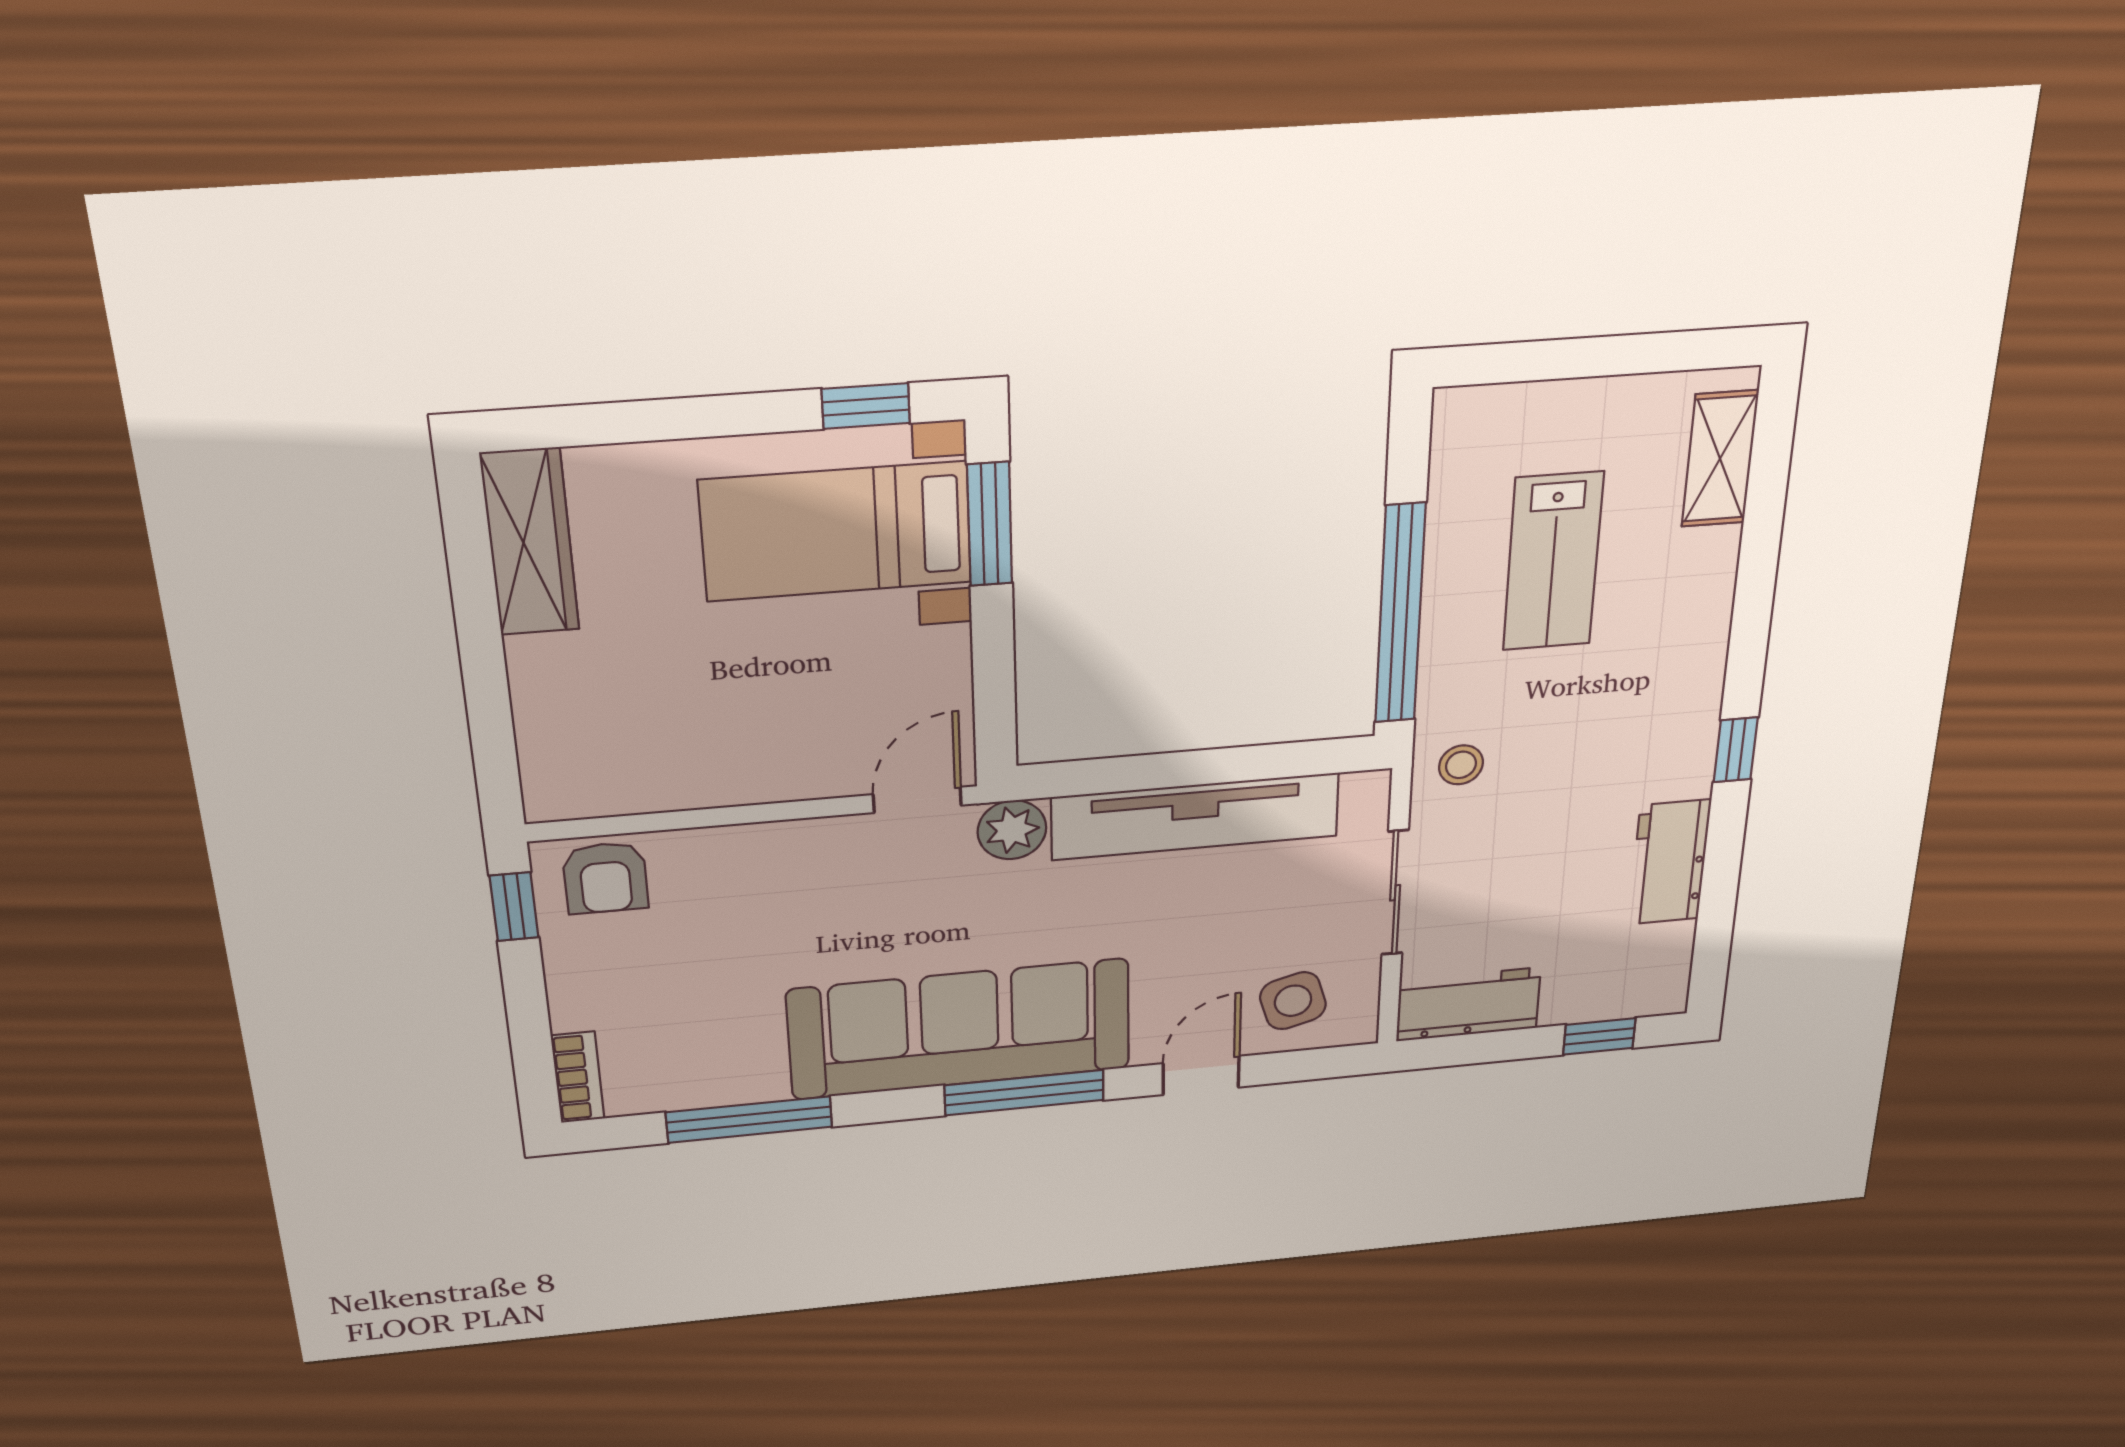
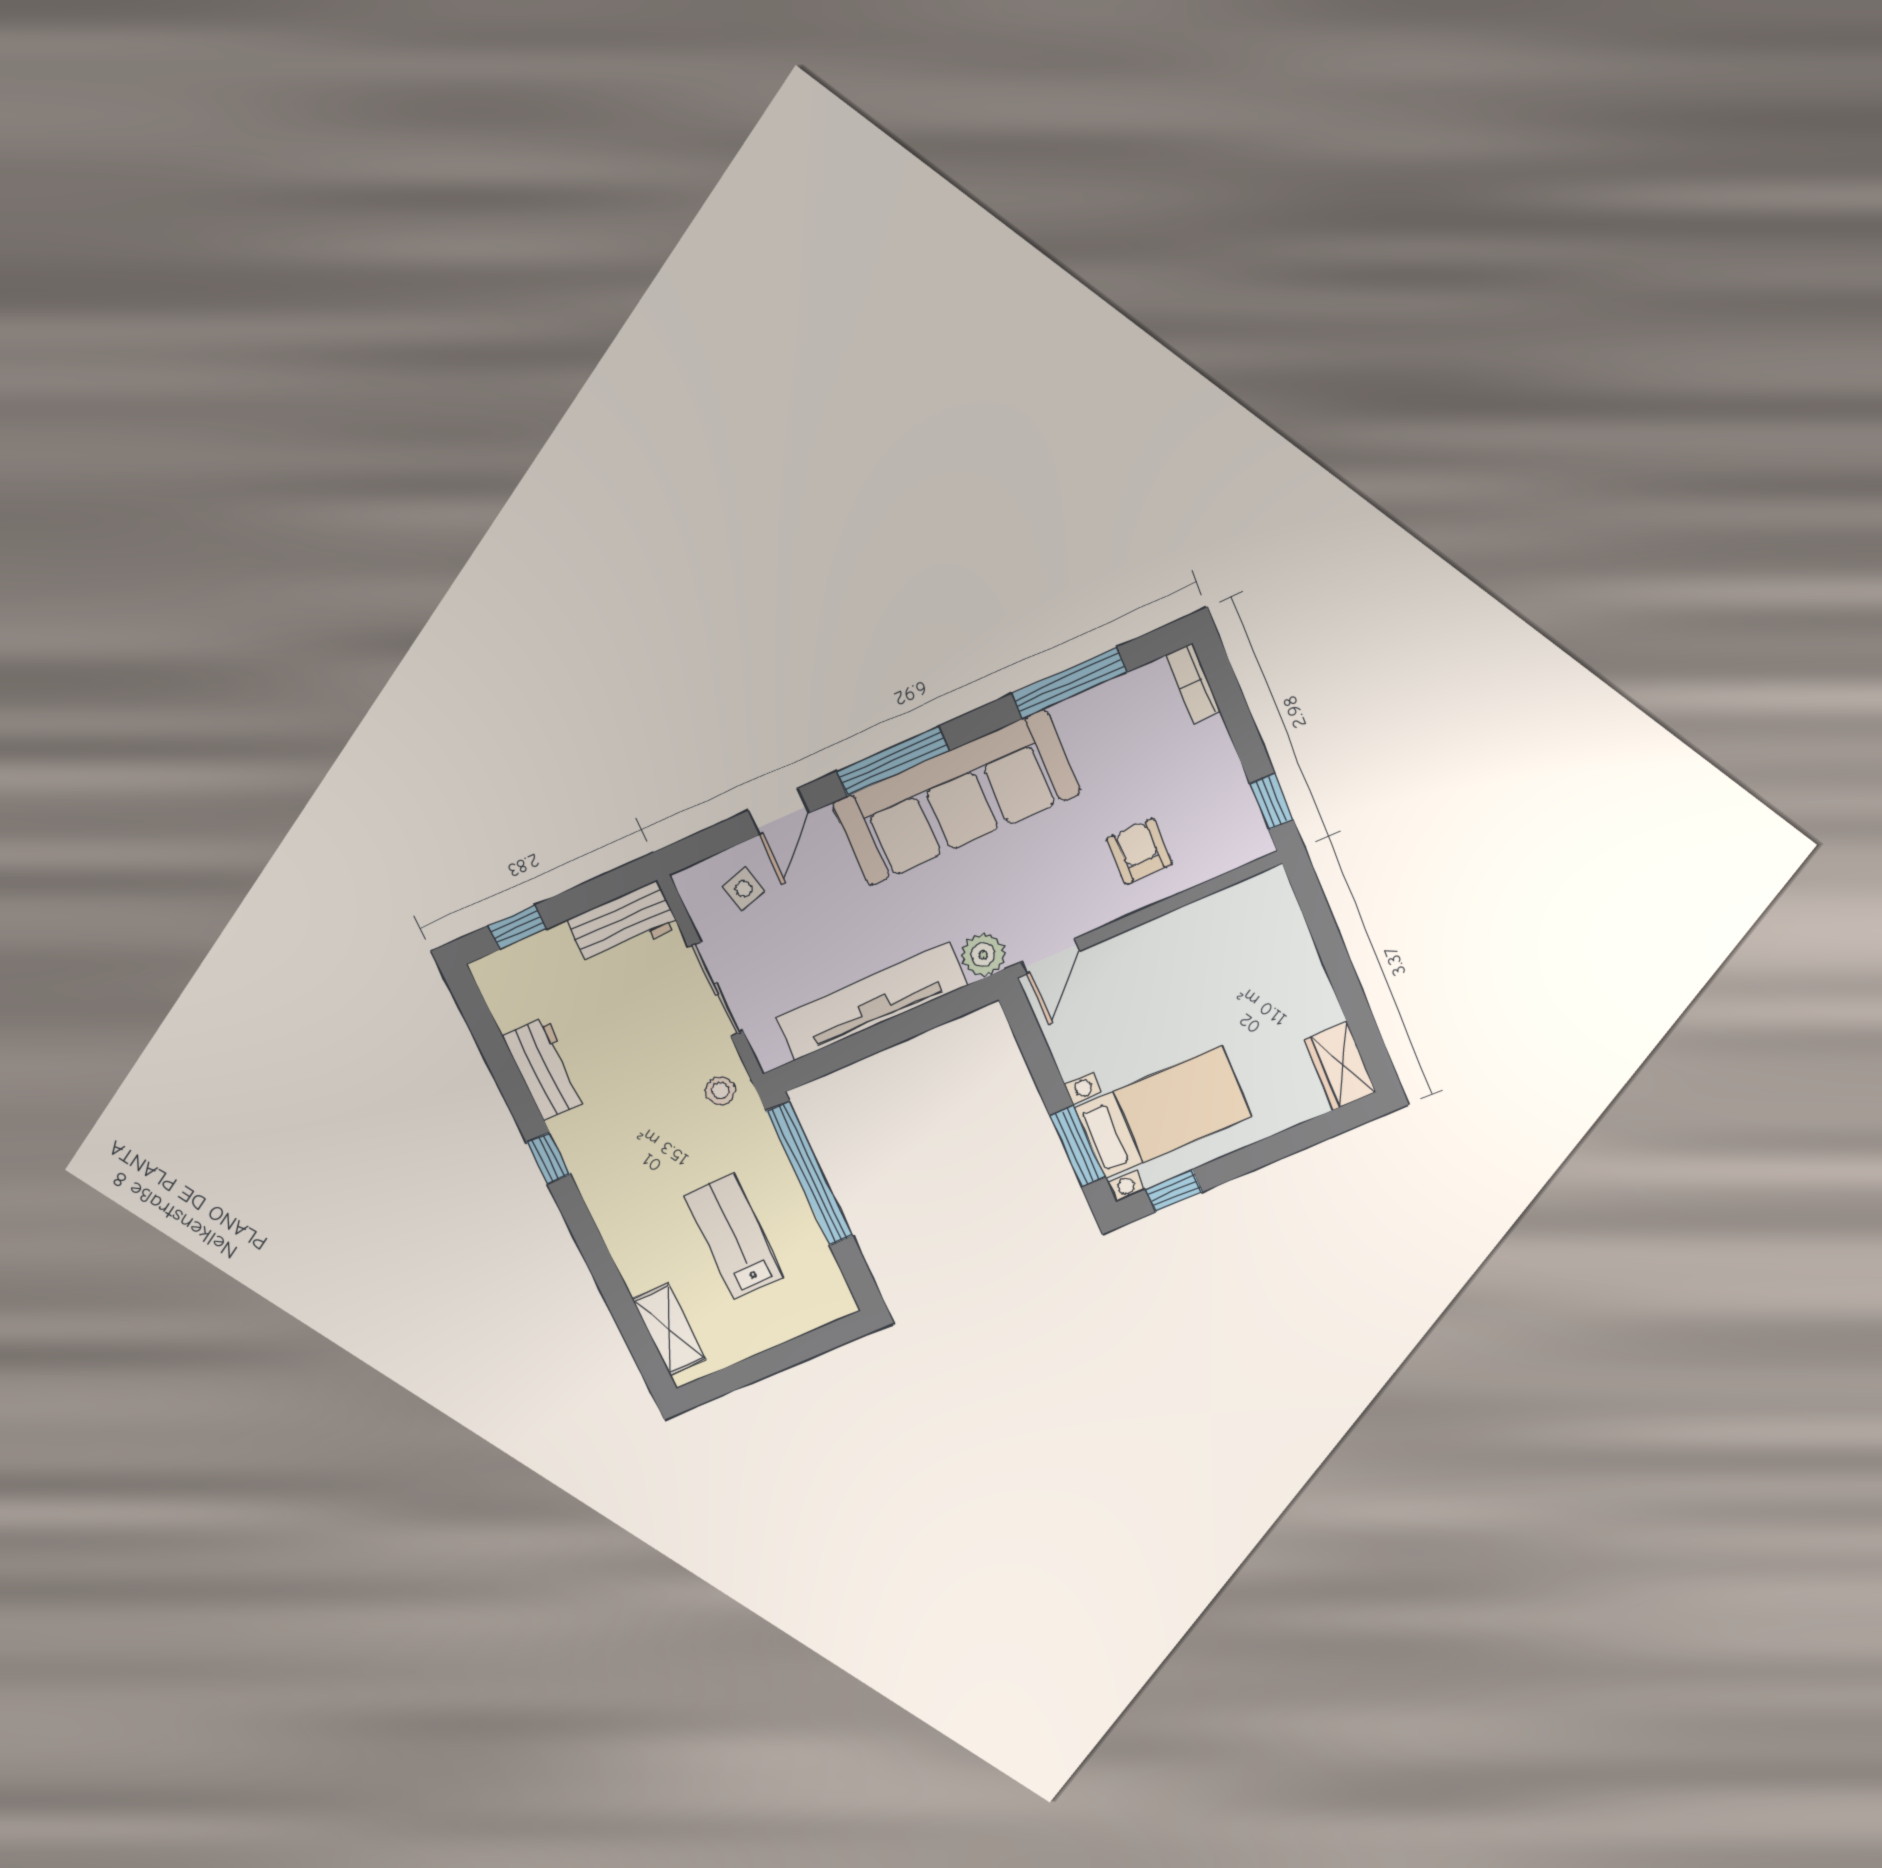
wardrobe: (530, 542) -> (1340, 1066), width x0.67
armchair: (605, 878) -> (1139, 851), moved
side table: (1293, 1001) -> (744, 889), width x0.73, depth x0.73

